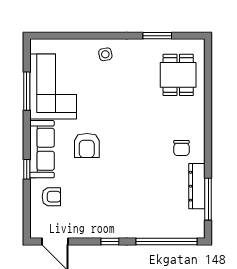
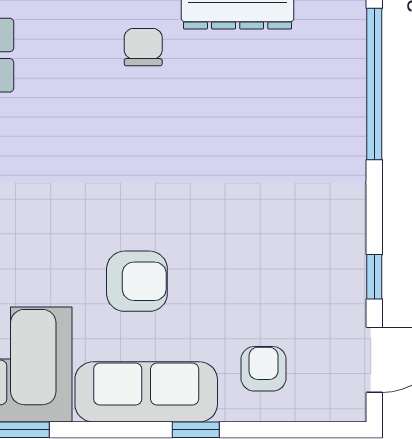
chair: (181, 148) -> (143, 47), turned -90
window: (110, 242) -> (374, 277), moved

